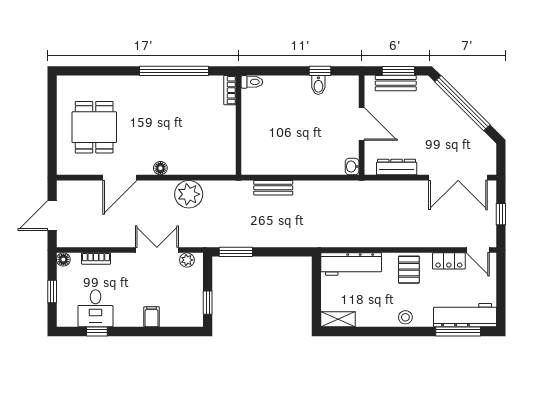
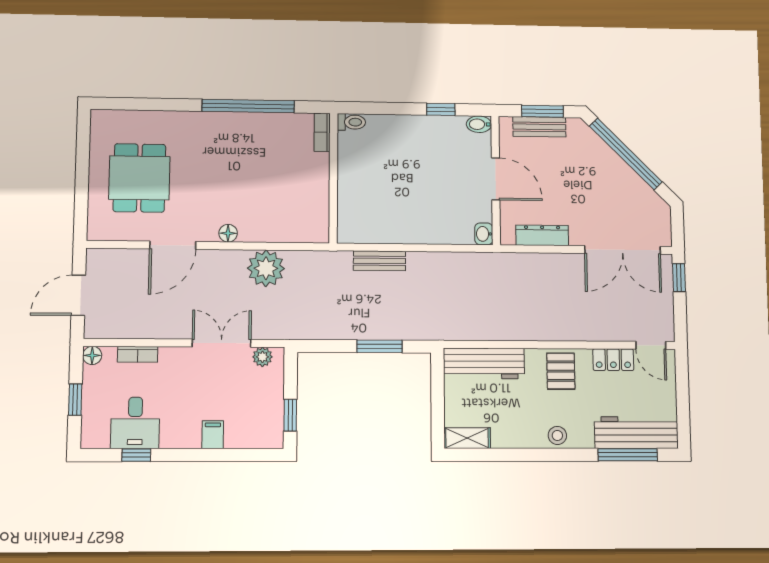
bidet: (318, 85) -> (479, 124), moved, turned 90
window: (501, 214) -> (679, 278), moved
window: (236, 252) -> (379, 346), moved

